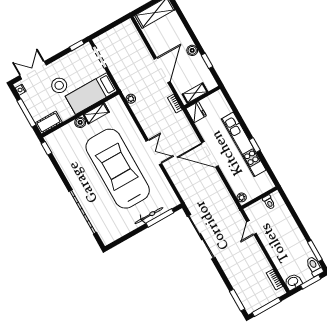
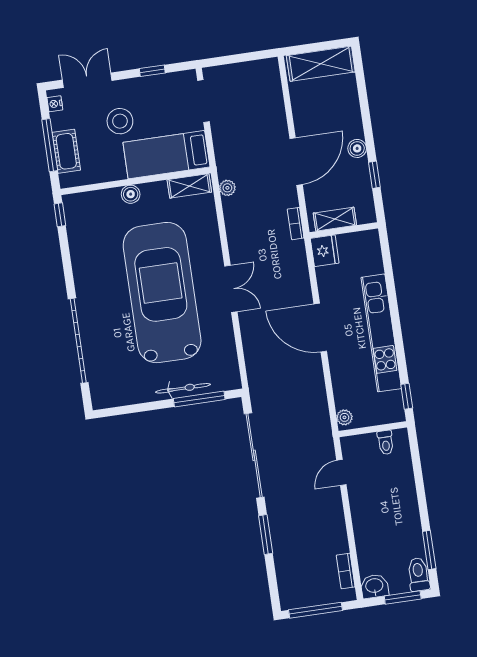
window: (77, 45) -> (152, 71), moved
shelving: (96, 113) -> (189, 186), moved
cot: (49, 123) -> (66, 151), moved, turned 90
window: (255, 145) -> (407, 396), moved
window: (237, 300) -> (266, 535), moved

